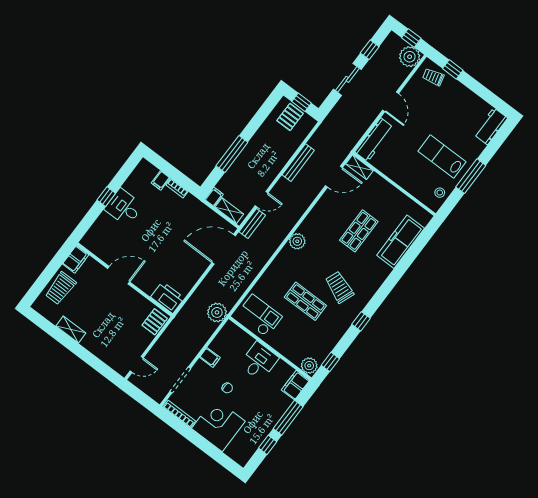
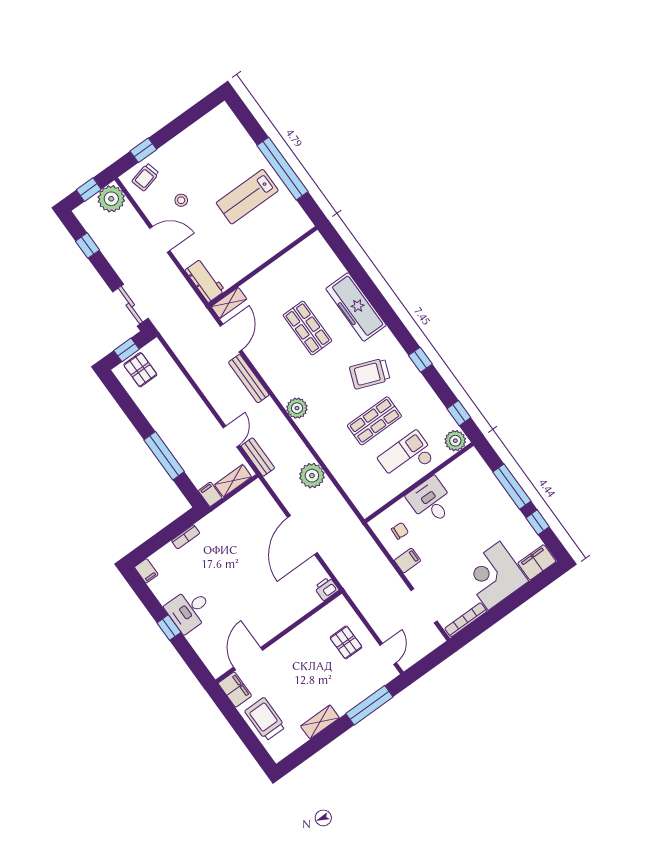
sliding door: (347, 79) -> (130, 305), moved
workbench: (491, 126) -> (228, 125), removed
workbench: (374, 140) -> (205, 280), width x0.73
bench: (298, 163) -> (249, 379), moved
window: (471, 176) -> (282, 169), width x1.46
filing cabinet: (161, 180) -> (146, 571), moved
stool: (440, 193) -> (181, 200), moved
freezer: (401, 242) -> (356, 307), moved
door: (224, 249) -> (303, 535), moved
door: (119, 275) -> (248, 659), moved
trolley: (60, 288) -> (265, 719), turned 180
printer: (168, 298) -> (327, 589), width x0.53, depth x0.68
plant: (217, 312) -> (312, 476), moved
checkout: (259, 316) -> (407, 457), moved
pallet: (155, 322) -> (346, 642), moved
window: (94, 362) -> (369, 705), added
filing cabinet: (295, 385) -> (537, 562), moved, turned 90
chair: (227, 388) -> (400, 531), moved

